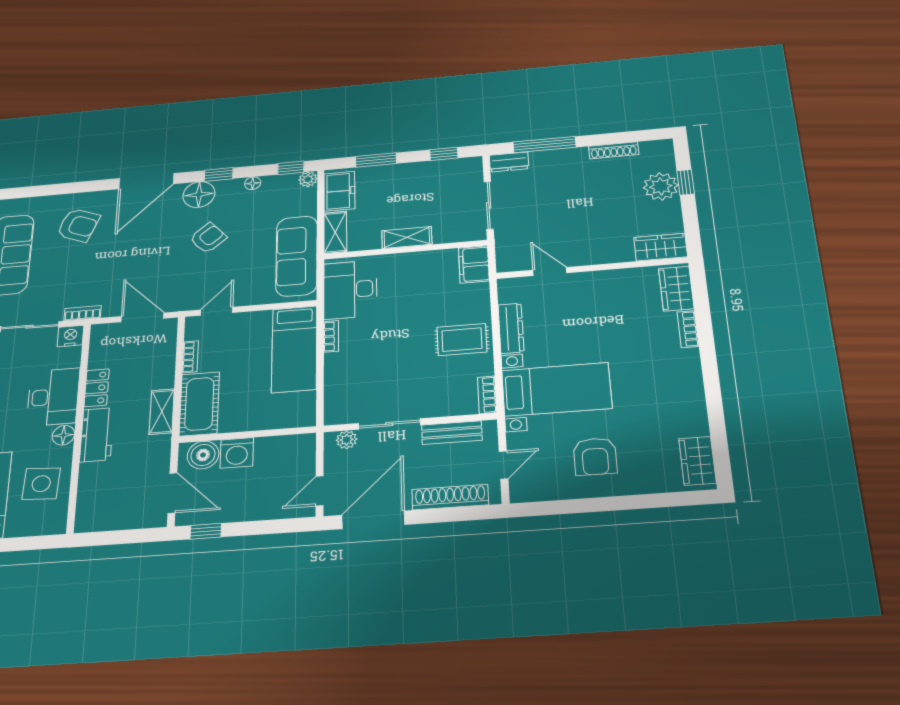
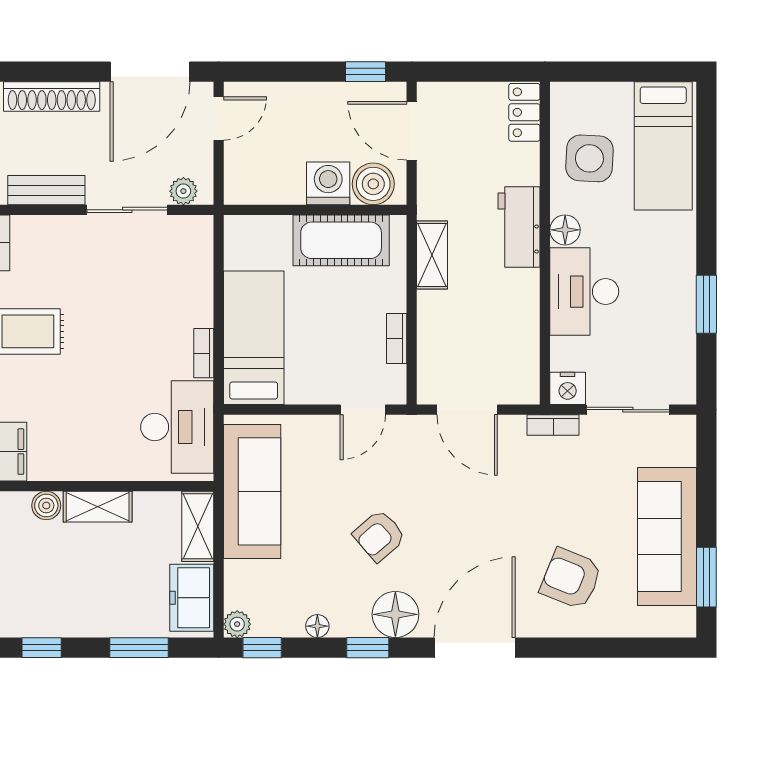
boiler: (444, 235) -> (46, 505), added
locker: (97, 388) -> (524, 112), moved
cot: (199, 404) -> (341, 240), moved, turned 90

